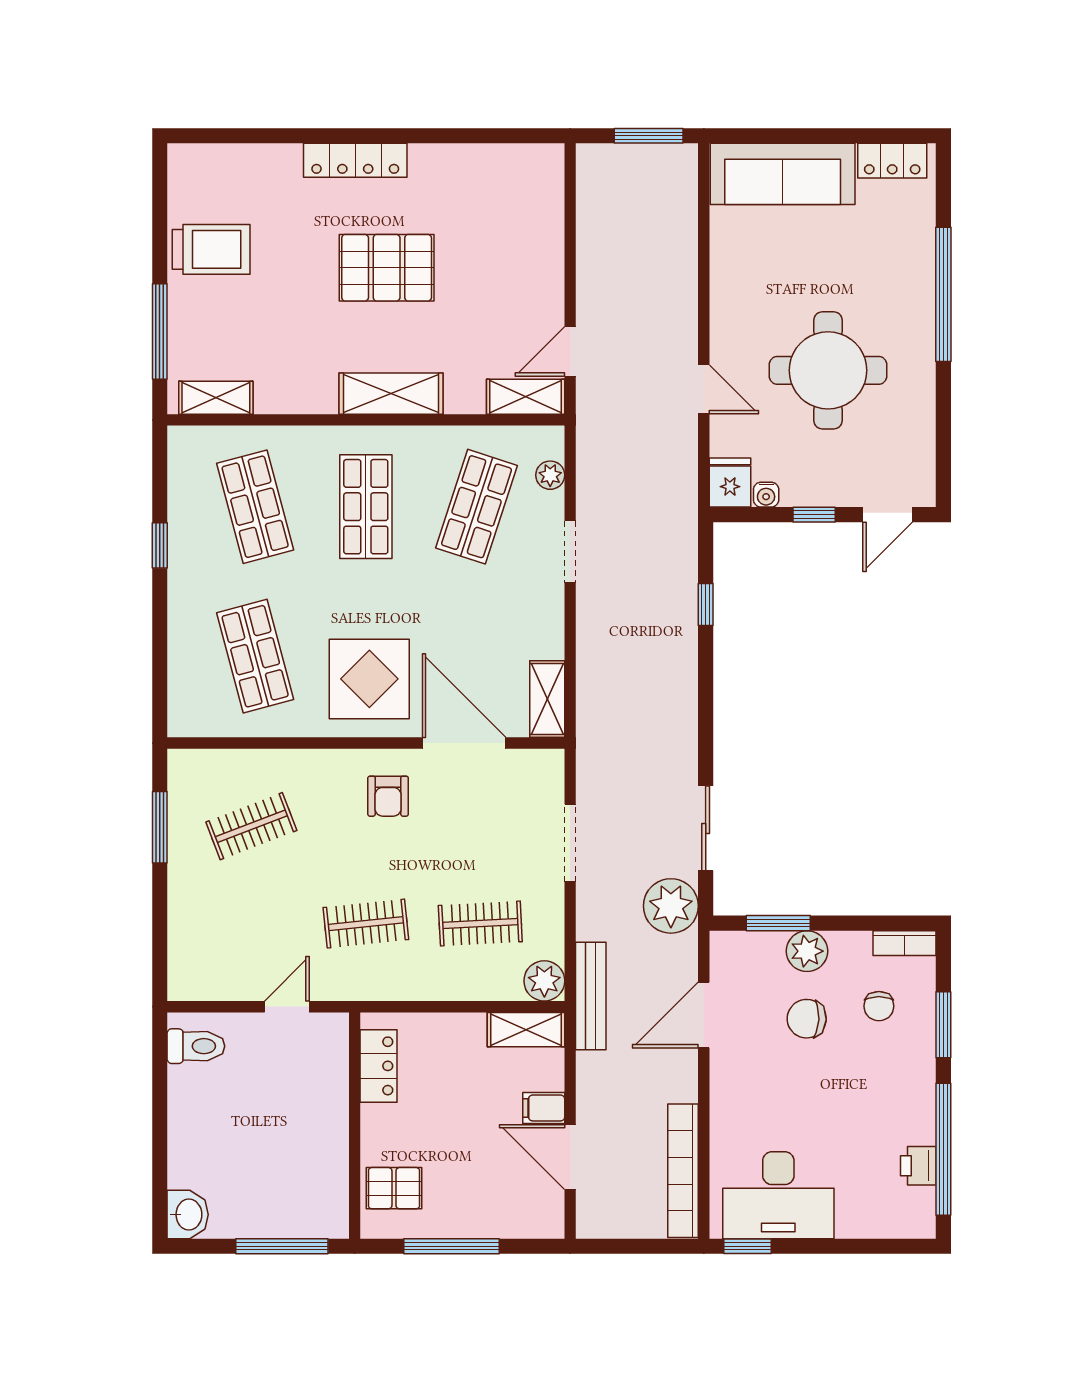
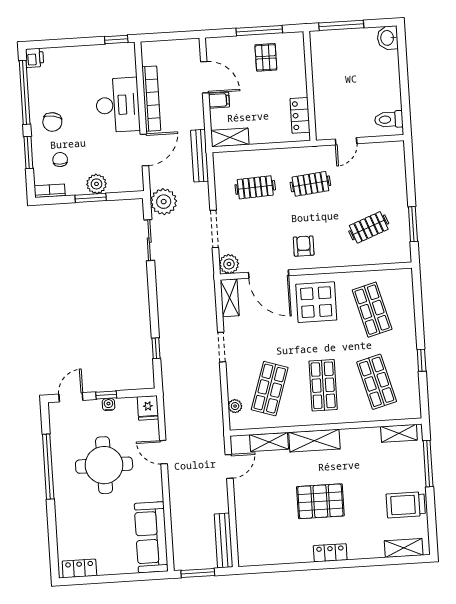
locker: (355, 160) -> (330, 553), width x0.66
shelving: (221, 161) -> (404, 548), added
sofa: (783, 174) -> (151, 537), moved, turned -90
bench: (591, 199) -> (224, 541), added
window: (943, 294) -> (48, 467), moved
shelving: (526, 397) -> (269, 442), moved
water cooler: (766, 495) -> (108, 405), moved
doorway: (570, 552) -> (222, 347), moved
window: (778, 923) -> (91, 198), moved
plant: (544, 981) -> (229, 264), moved
chair: (807, 1019) -> (52, 122), moved, turned 97
printer: (918, 1166) -> (35, 58), moved
bookcase: (683, 1171) -> (151, 99), moved
pallet: (394, 1188) -> (266, 57), moved, turned 90
desk: (778, 1195) -> (118, 105), moved, turned 90

